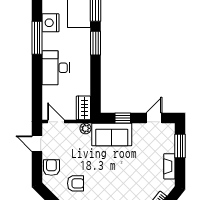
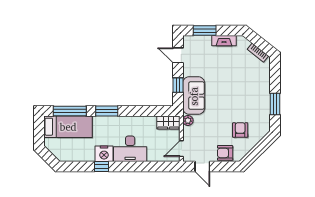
nightstand: (50, 23) -> (104, 154), moved
window: (37, 38) -> (102, 167), width x0.46
door: (37, 144) -> (202, 167), hinge flipped

